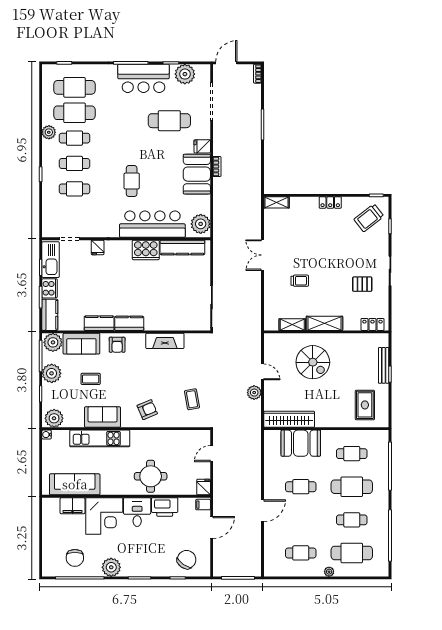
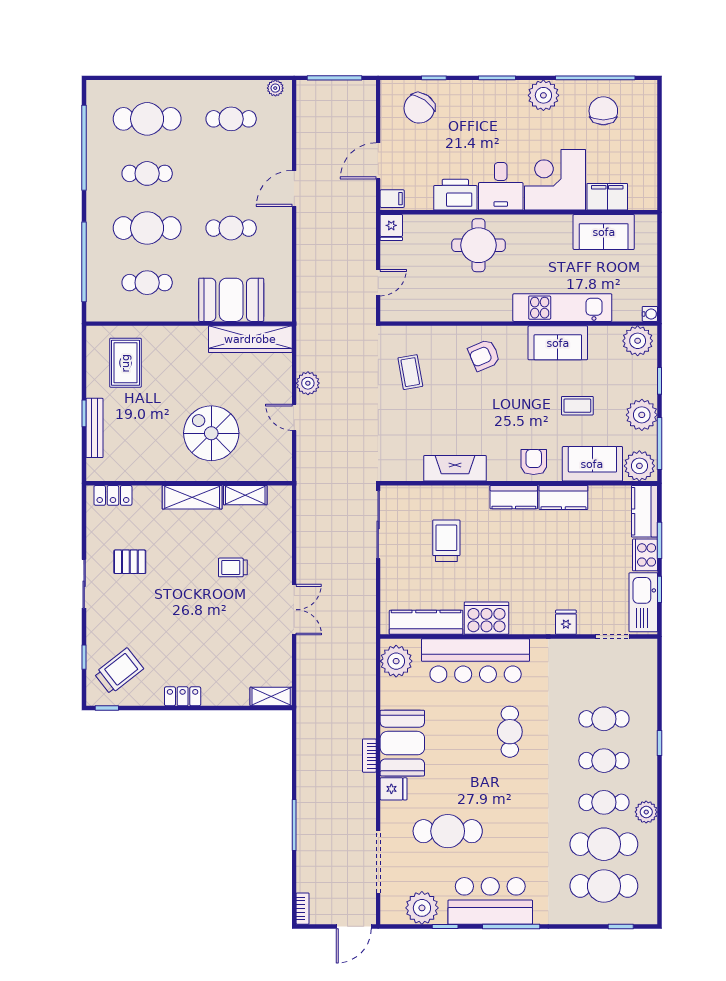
trolley: (170, 297) -> (446, 541), added
sofa: (75, 484) -> (604, 232), width x0.73
plant: (329, 572) -> (275, 88), moved

